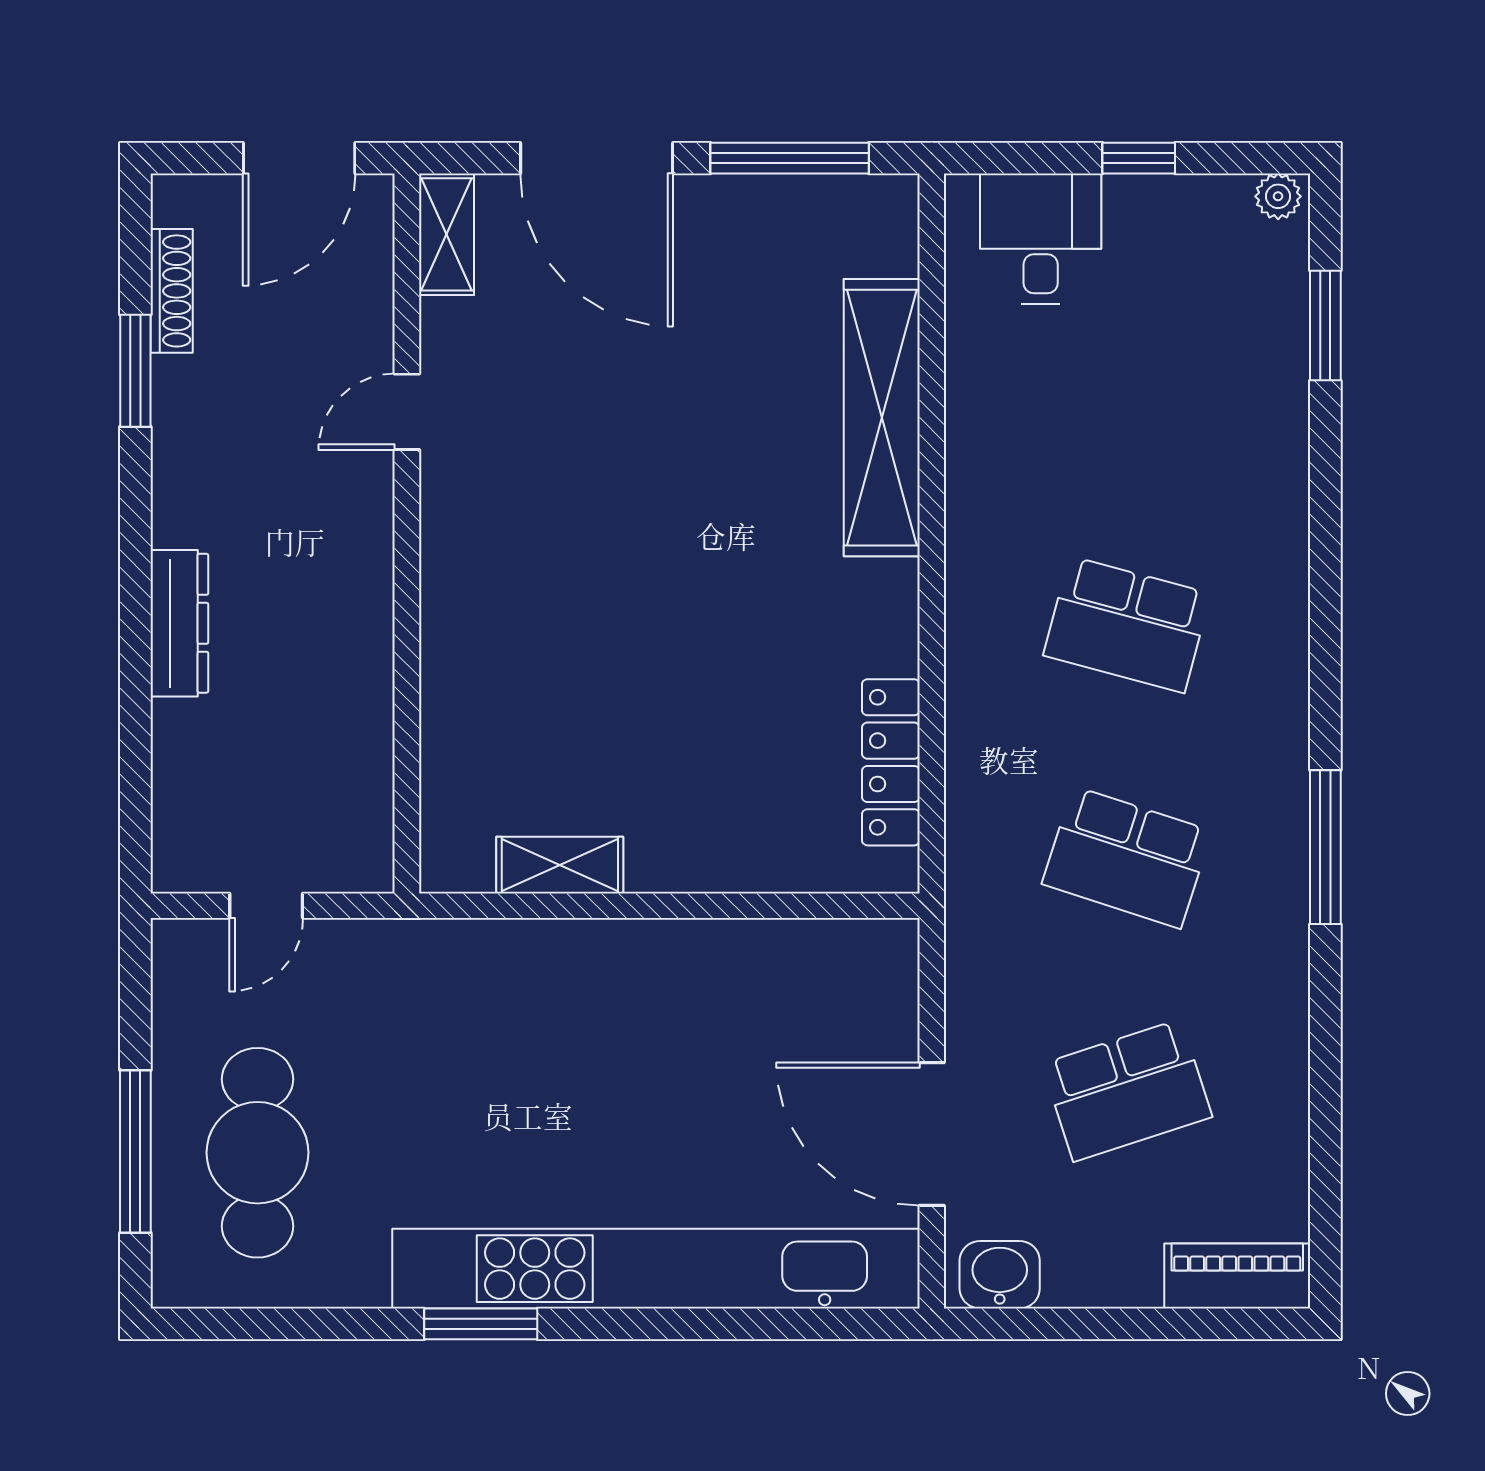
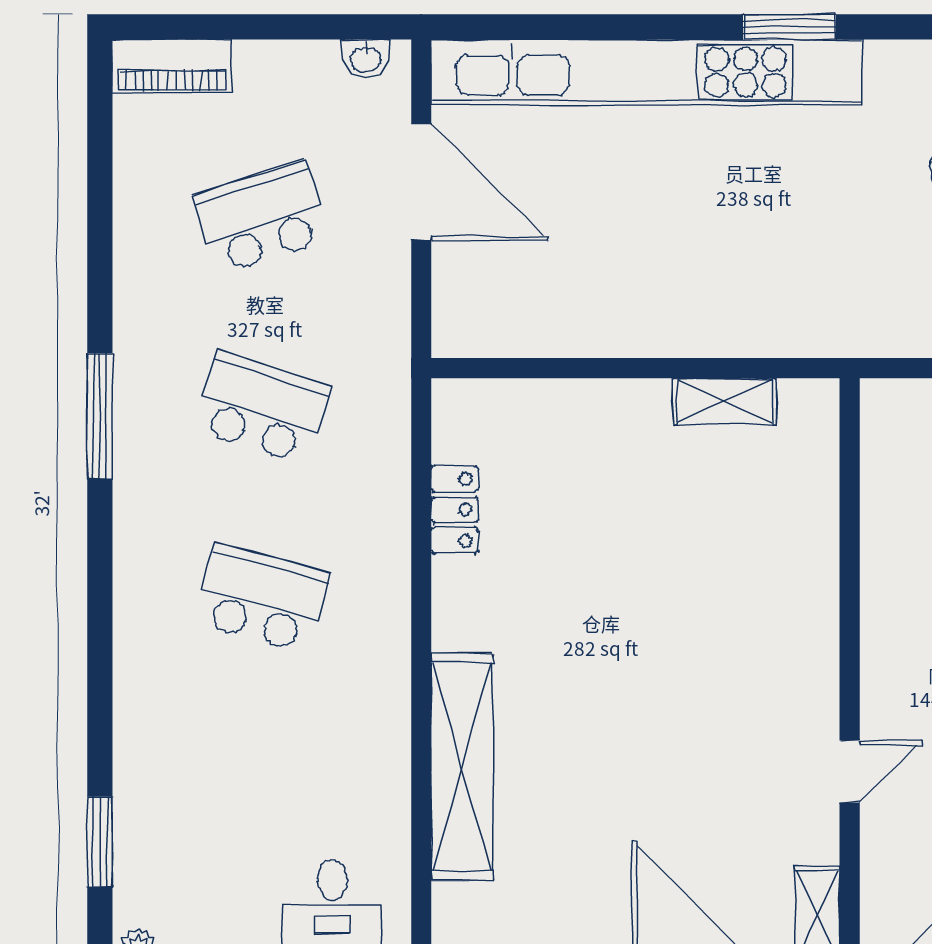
locker: (891, 762) -> (455, 510), width x0.66
washbasin: (1000, 1275) -> (366, 58), width x0.72, depth x0.69

